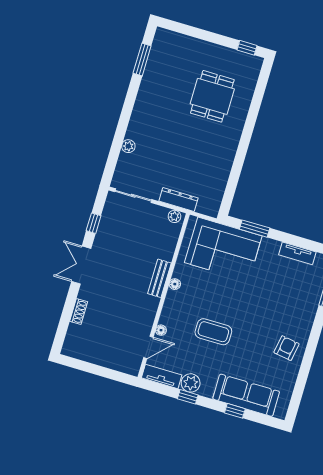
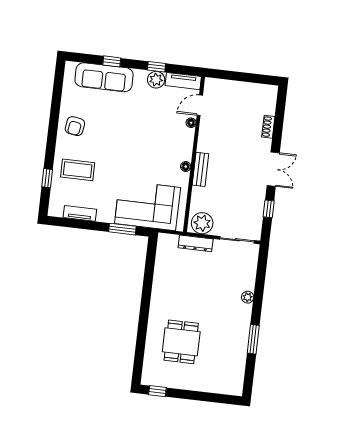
window: (142, 60) -> (253, 339), moved
plant: (128, 146) -> (248, 297), moved
plant: (174, 216) -> (202, 223), width x1.88, depth x1.88
coffee table: (213, 332) -> (78, 170), moved

